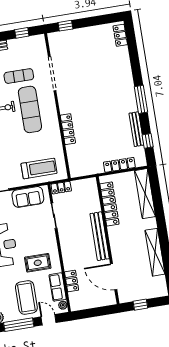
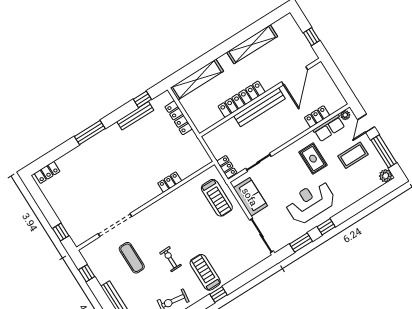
window: (141, 99) -> (90, 132), moved
exercise mat: (30, 109) -> (161, 232), removed
locker: (68, 129) -> (170, 182), width x0.66
treadmill: (39, 168) -> (217, 198), turned 180
locker: (109, 204) -> (242, 99), moved
coffee table: (26, 297) -> (353, 155), width x0.73, depth x0.76

